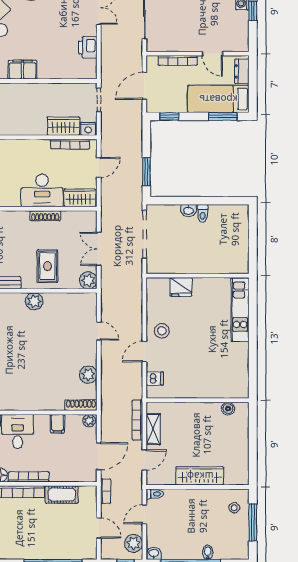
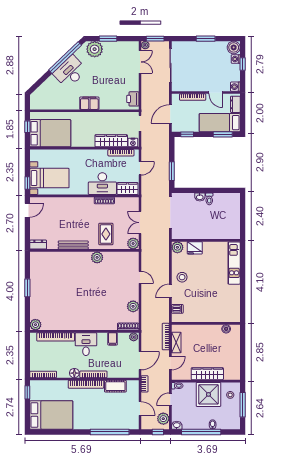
washing machine: (242, 45) -> (235, 87), added
printer: (88, 47) -> (133, 99), moved
wardrobe: (63, 126) -> (111, 141), width x1.50
plant: (155, 286) -> (177, 247), added
shower: (202, 507) -> (208, 394), added

